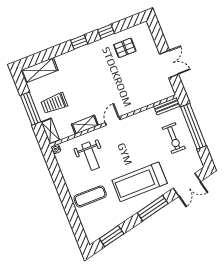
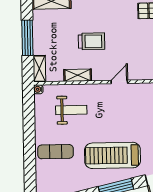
trolley: (54, 103) -> (92, 41), moved, turned 180
door: (113, 121) -> (119, 82), moved
weight bench: (90, 156) -> (71, 110), turned -90

